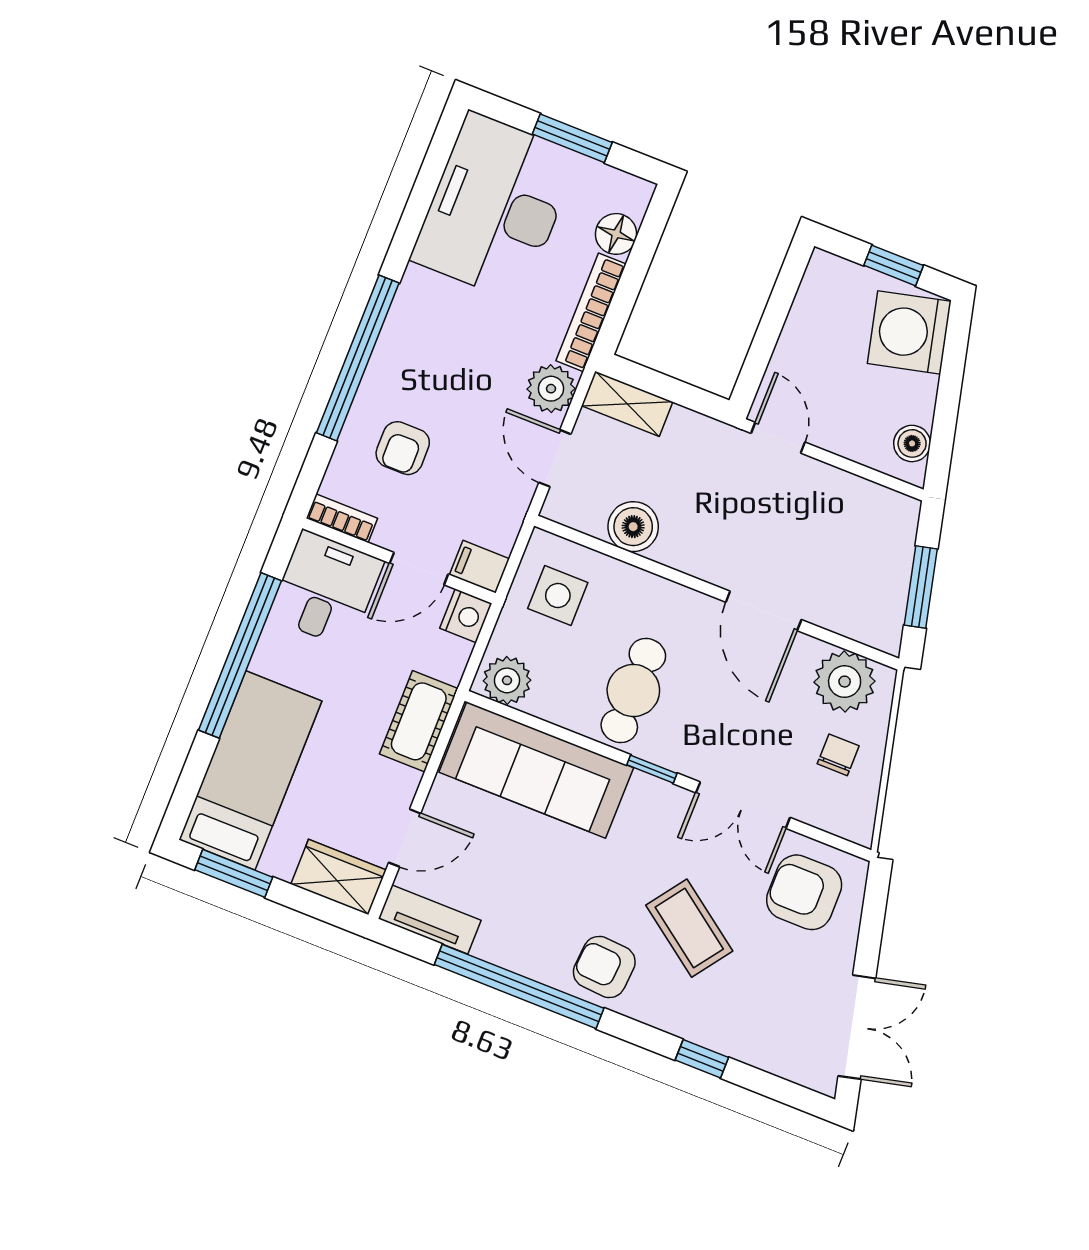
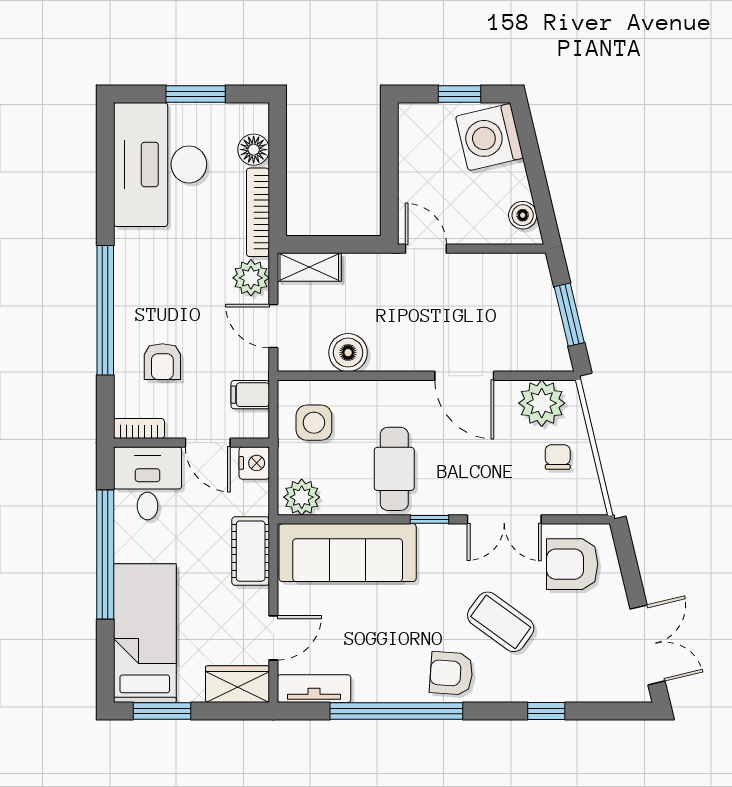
filing cabinet: (479, 567) -> (250, 395), moved
door: (419, 569) -> (208, 443), hinge flipped

